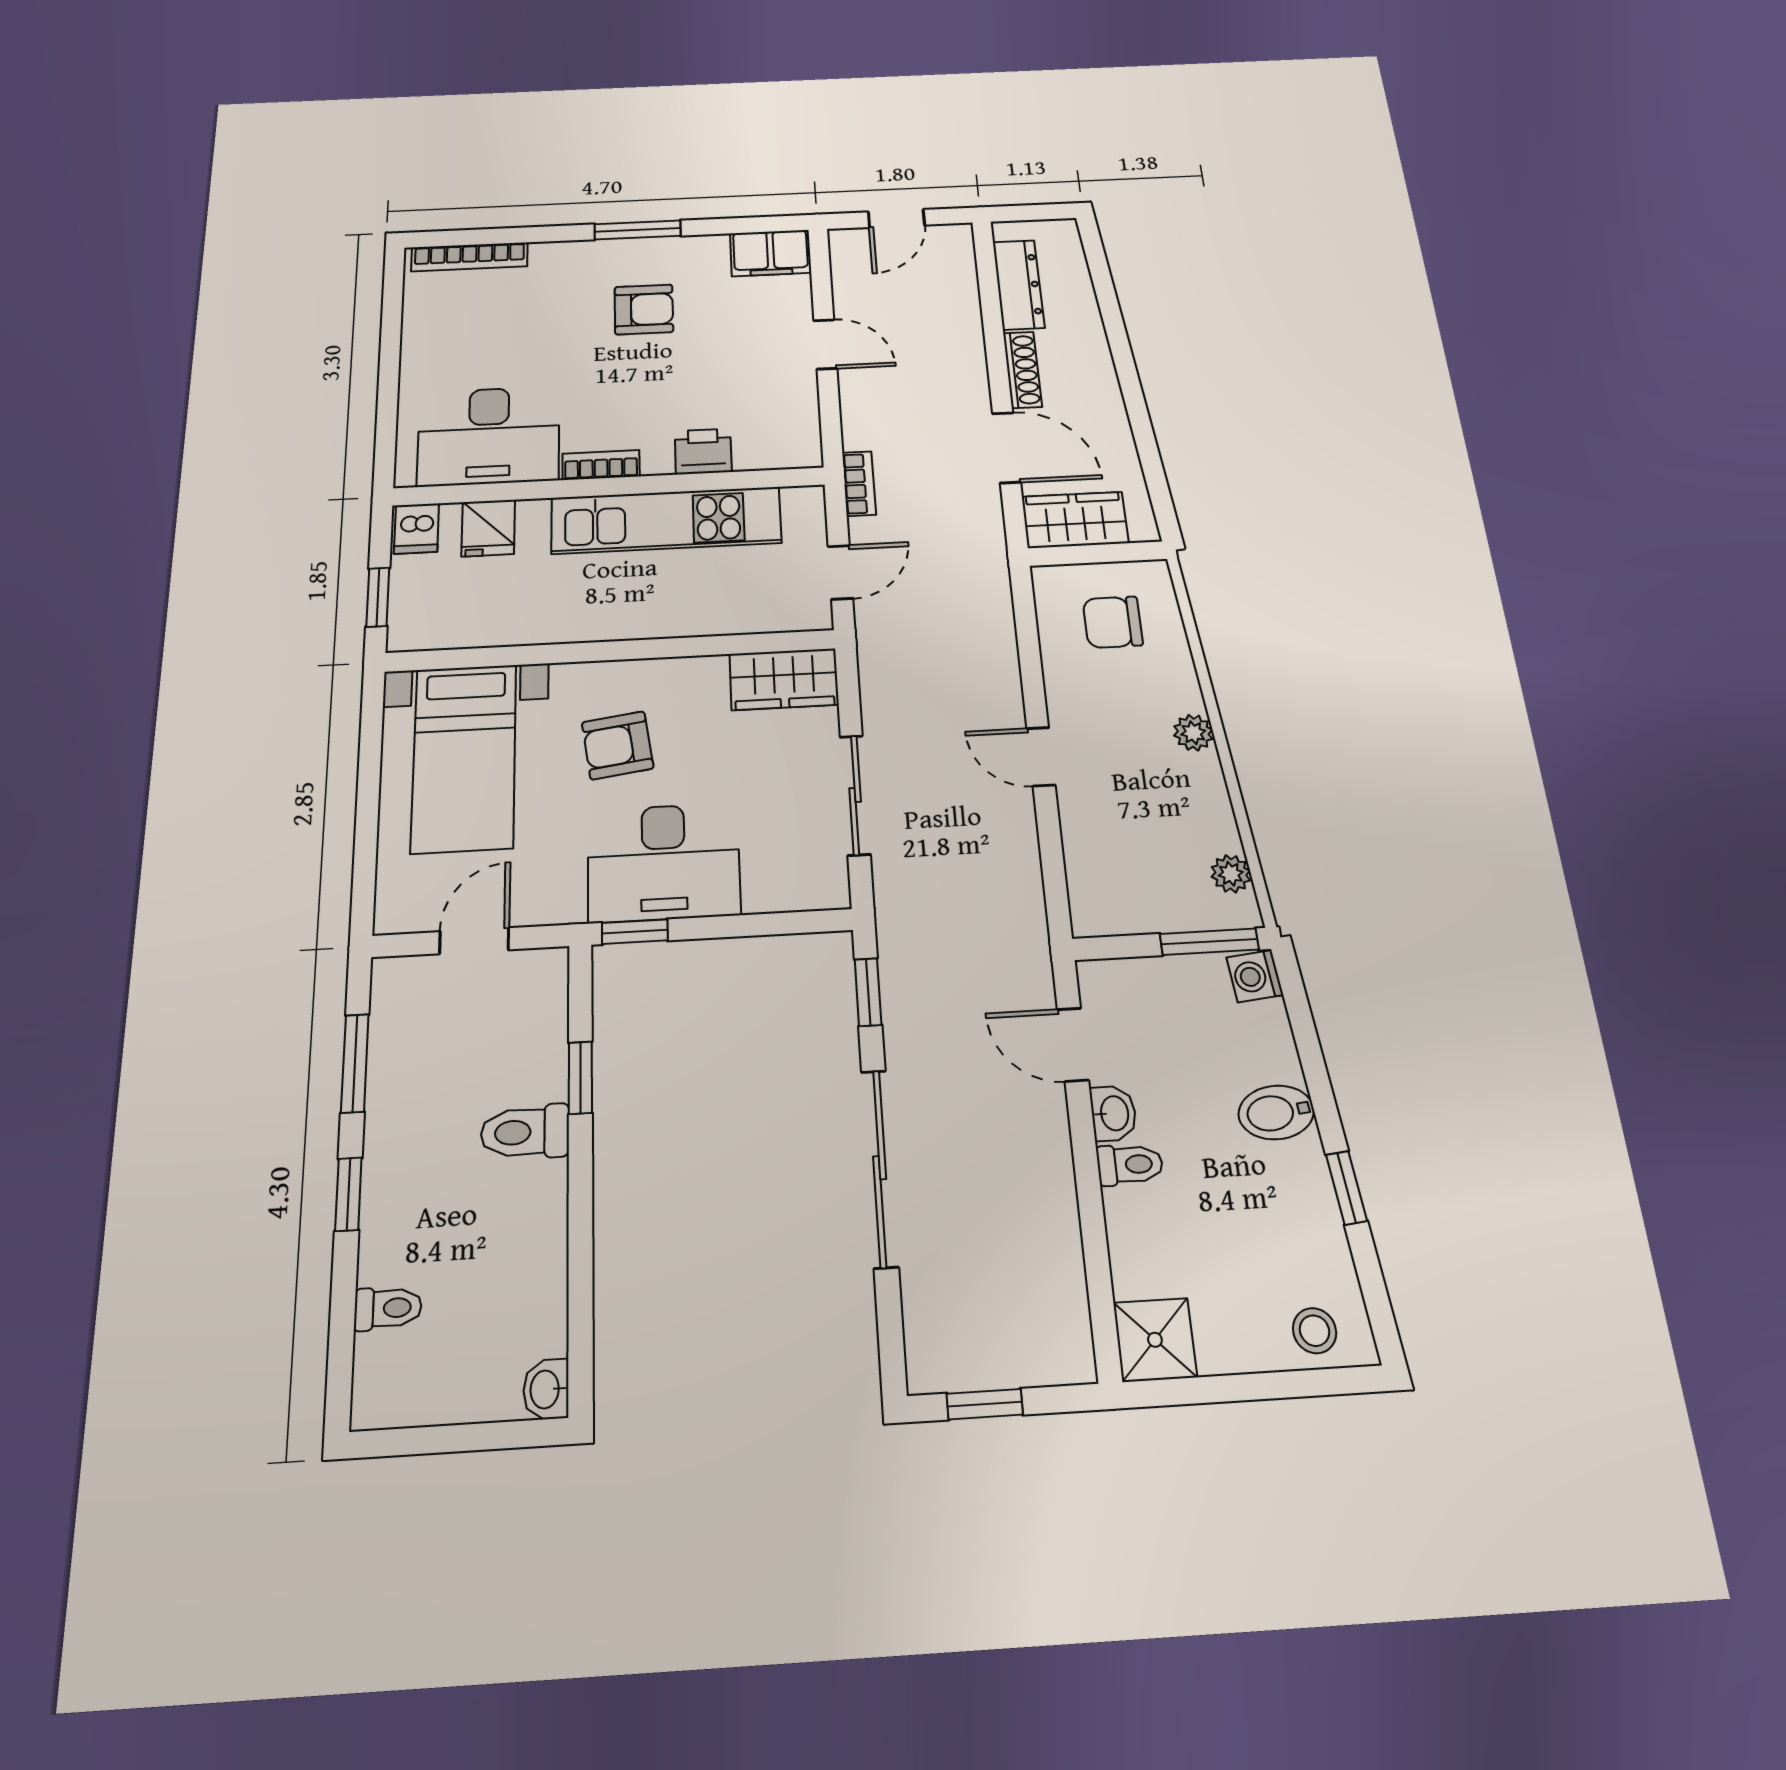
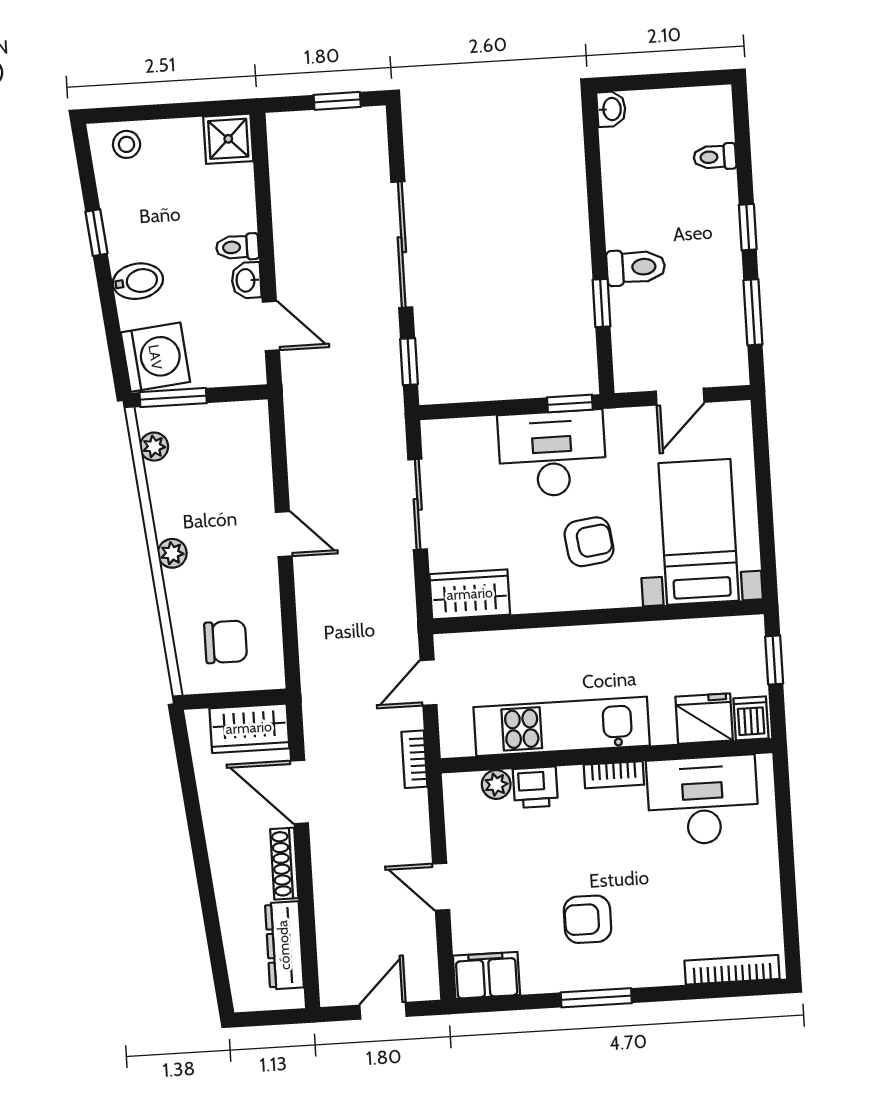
plant: (754, 455) -> (496, 784), added
fridge: (488, 528) -> (704, 719), width x1.38
washing machine: (1255, 976) -> (155, 357), width x1.89, depth x1.89

